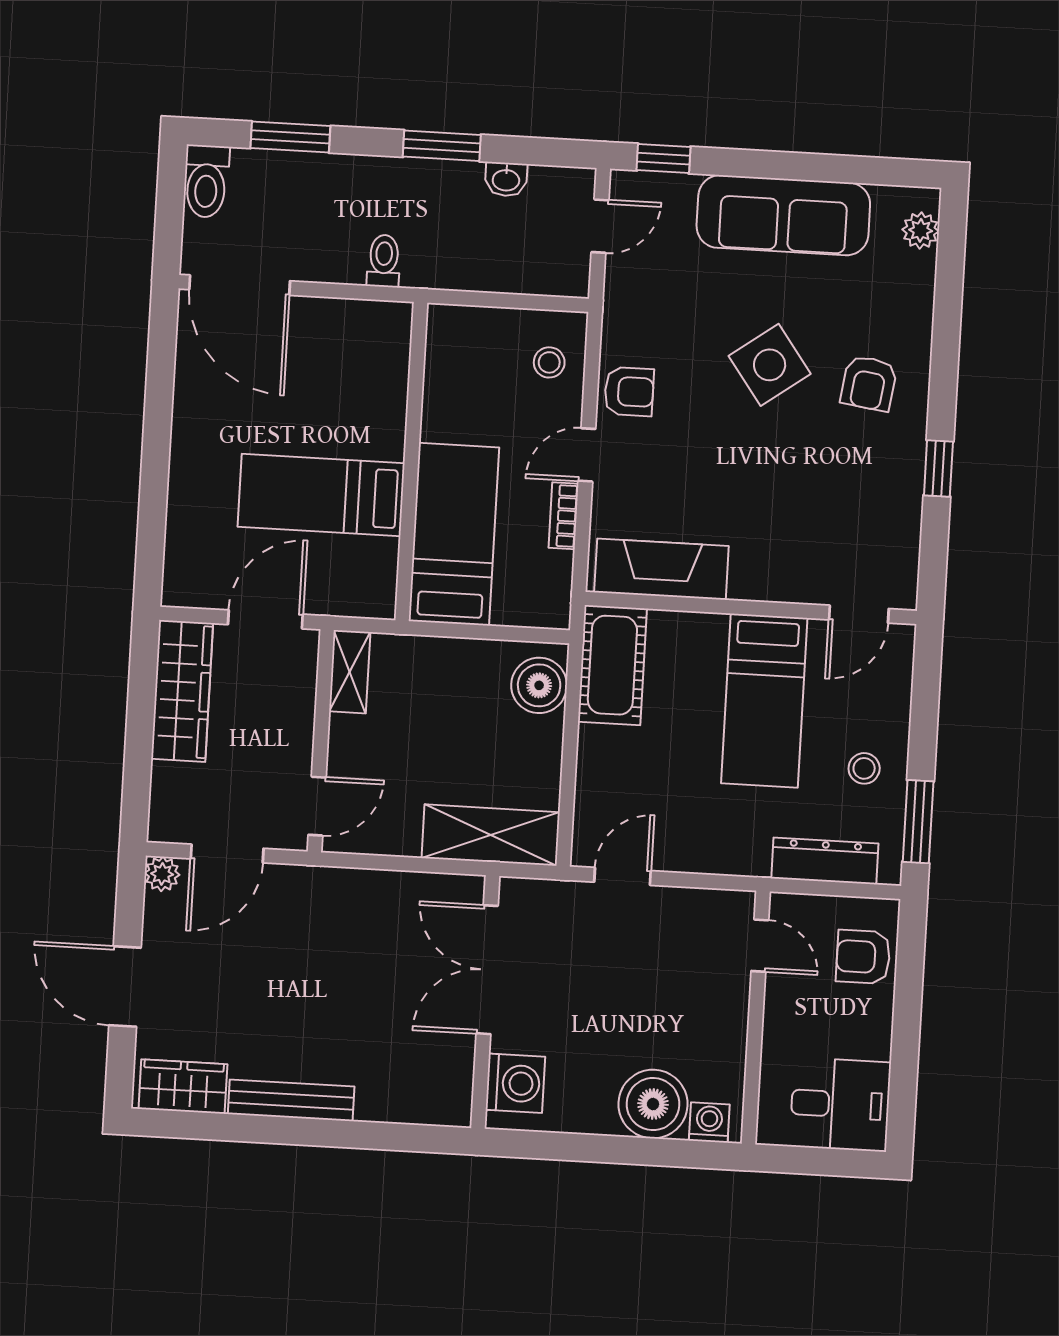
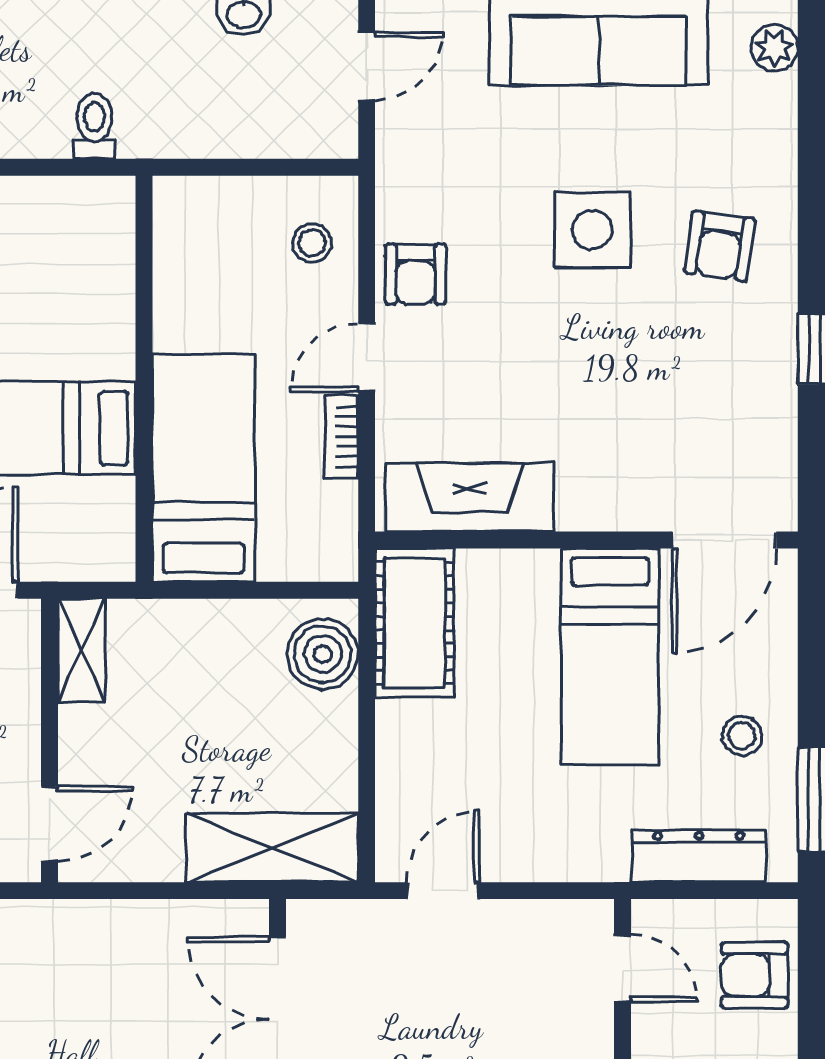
side table: (770, 365) -> (592, 230), turned 36
armchair: (629, 392) -> (416, 274), turned 90
door: (859, 614) -> (724, 540), width x1.38

